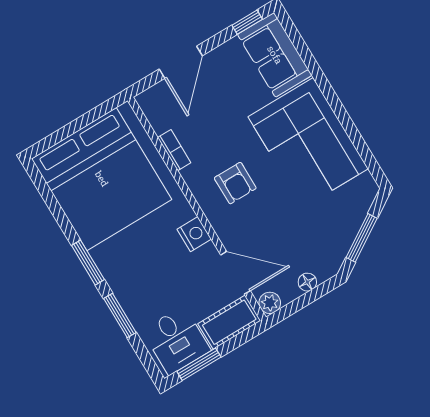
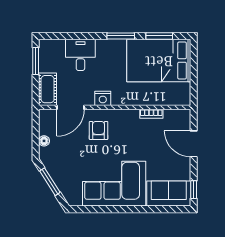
bed: (102, 179) -> (159, 60), width x0.73
armchair: (235, 183) -> (99, 130), moved, turned 90
plant: (270, 303) -> (45, 116), removed
window: (120, 316) -> (159, 36), moved
desk: (176, 340) -> (80, 55), moved, turned 90

